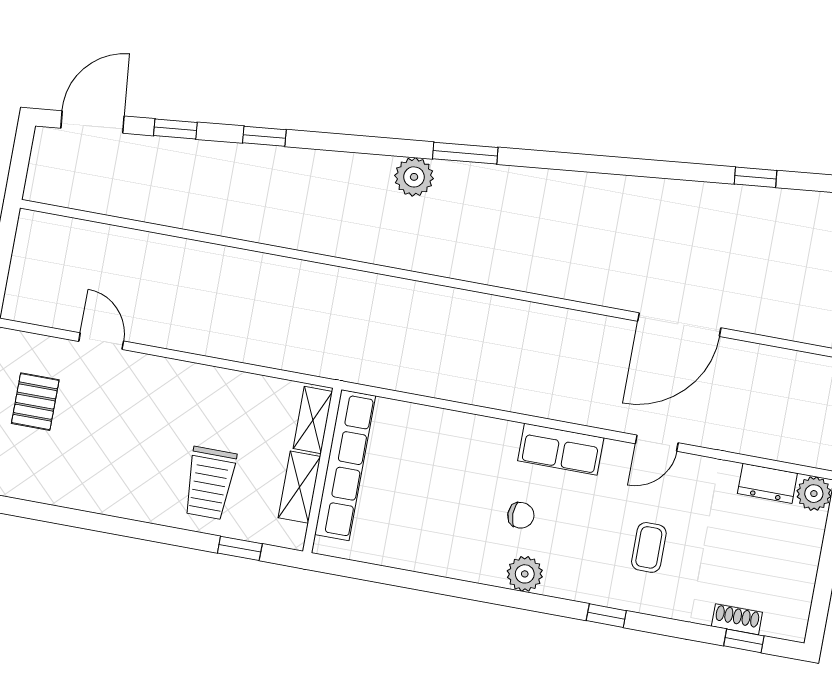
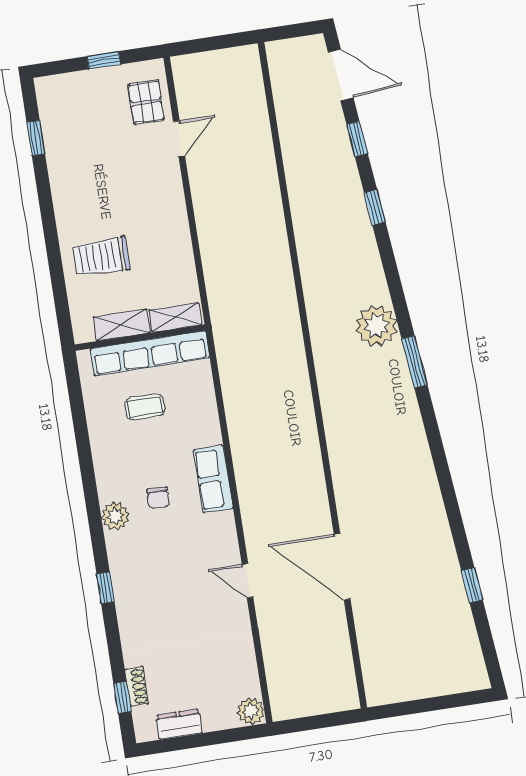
plant: (414, 177) -> (376, 326), width x1.36, depth x1.36
pallet: (35, 402) -> (146, 102), moved, turned 90
row of seats: (561, 449) -> (213, 479), moved
dresser: (767, 483) -> (179, 724), moved, turned 90
coffee table: (649, 547) -> (145, 407), moved
window: (240, 548) -> (36, 138), moved

